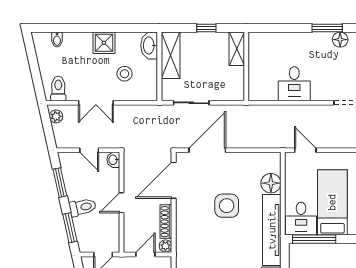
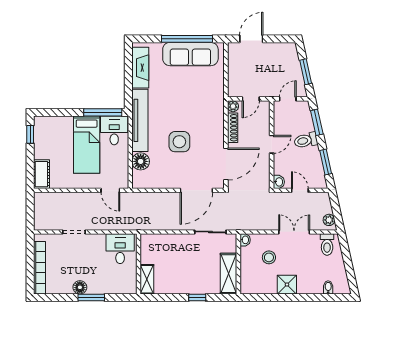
washbasin: (149, 45) -> (245, 240), moved, width x0.52, depth x0.69
shelving: (237, 49) -> (147, 279), moved
wall: (246, 66) -> (139, 264), moved

